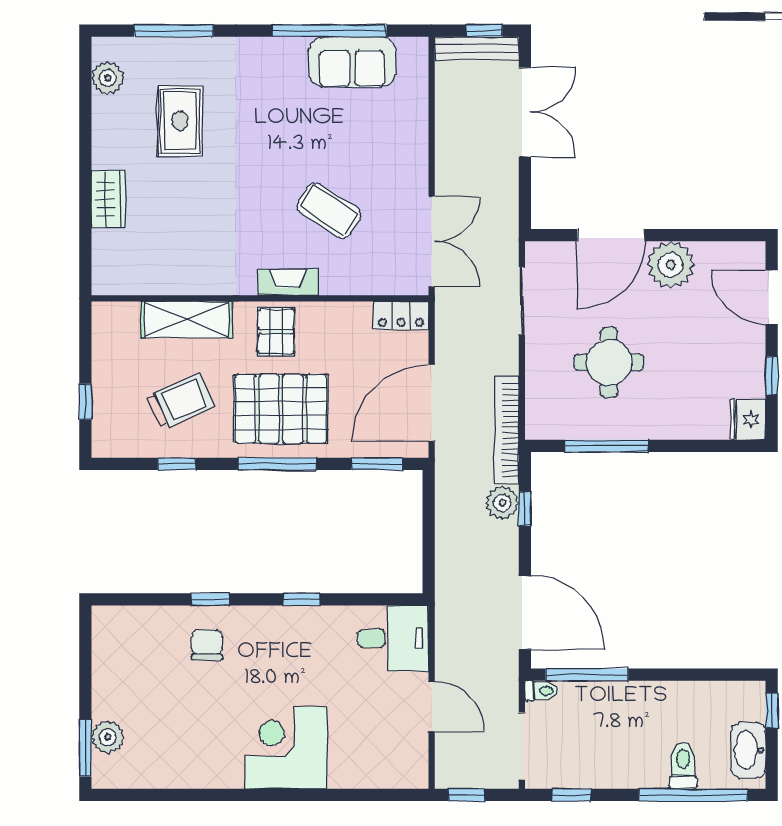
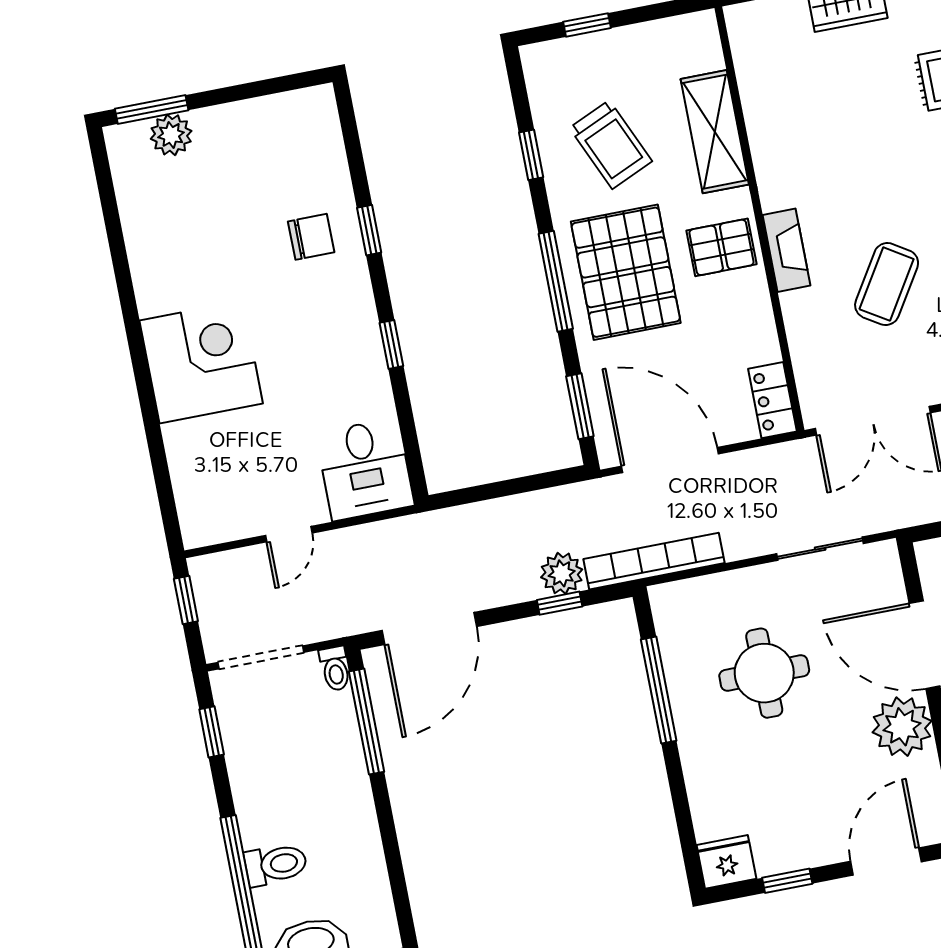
door: (432, 706) -> (289, 534), width x0.73

